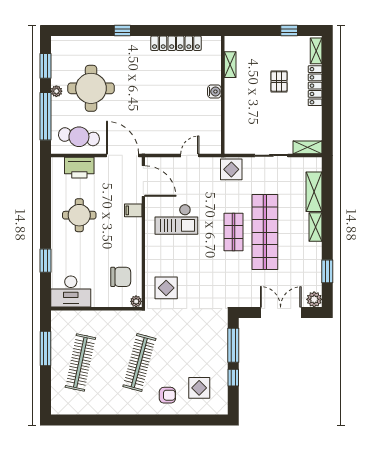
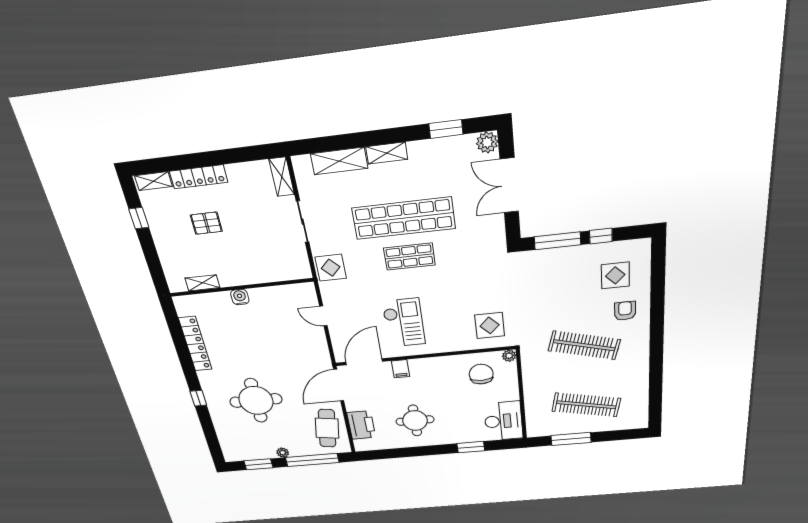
round table: (91, 88) -> (256, 400), moved

